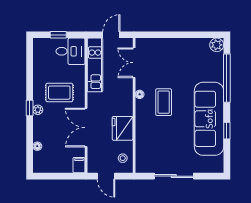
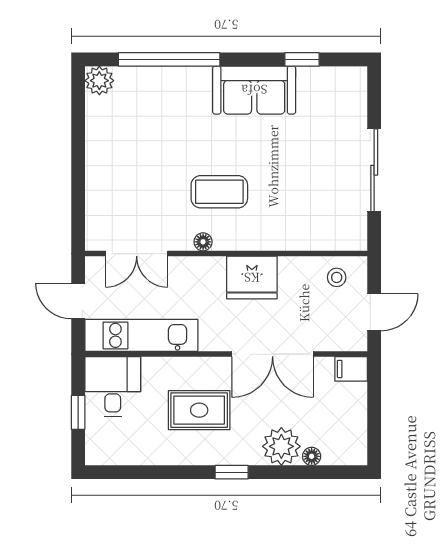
rug: (59, 93) -> (199, 410), turned 90
plant: (38, 110) -> (281, 446), moved, width x1.87, depth x1.87
sofa: (209, 119) -> (254, 90), width x0.54, depth x0.79
fridge: (123, 128) -> (252, 278), moved
window: (227, 131) -> (302, 59), moved

